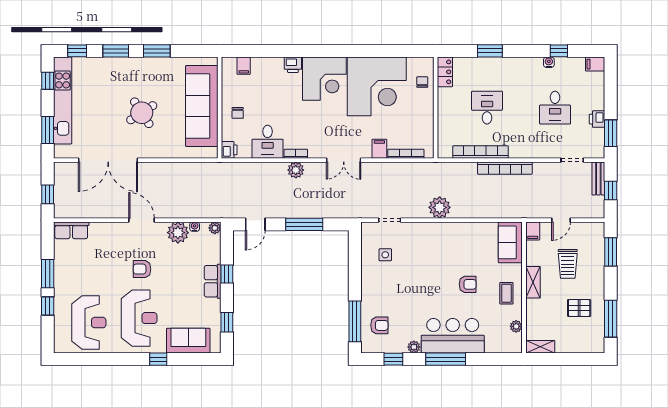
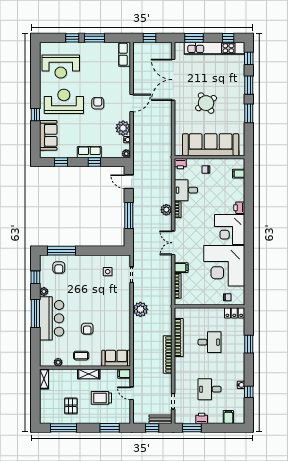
filing cabinet: (595, 64) -> (228, 417), moved
reception desk: (139, 318) -> (64, 101), turned 180

